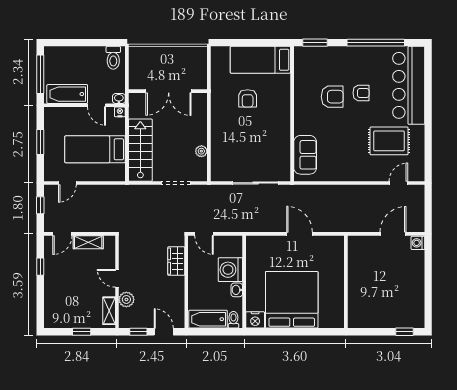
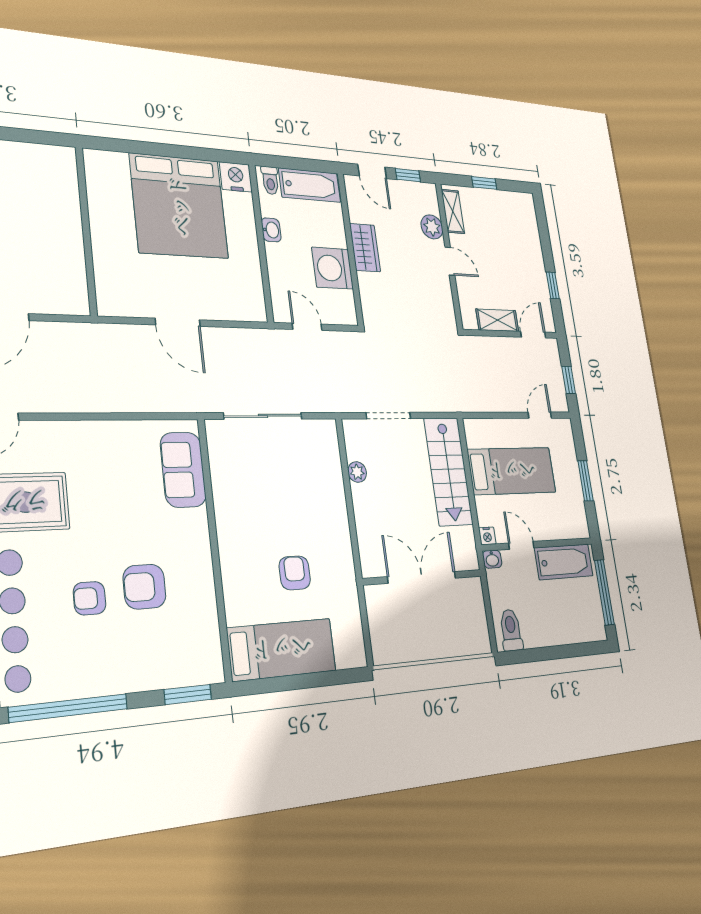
door: (204, 234) -> (307, 327), moved
wardrobe: (176, 261) -> (365, 248), moved
washing machine: (230, 270) -> (333, 268), moved, turned 180

